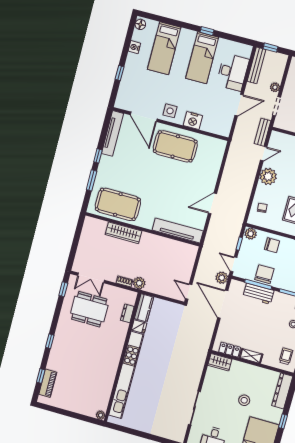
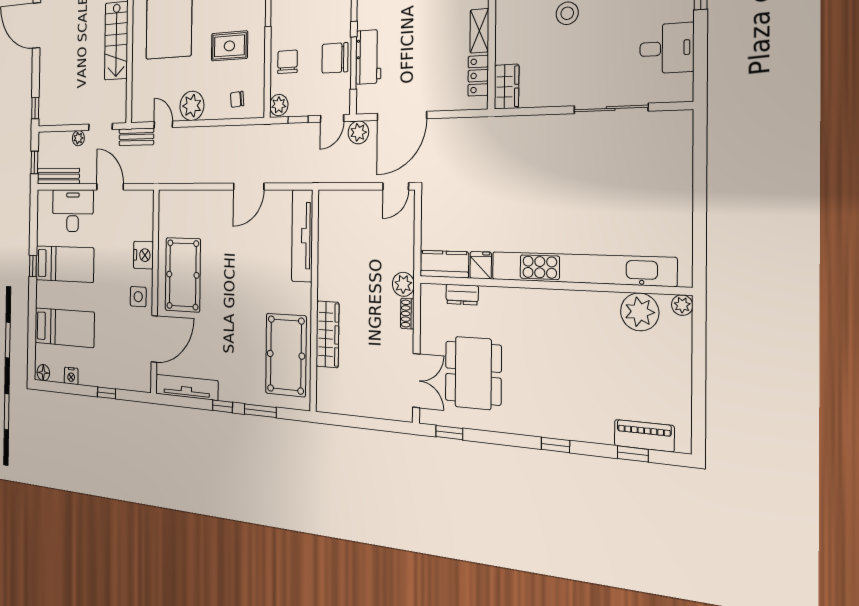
door: (212, 203) -> (249, 187), hinge flipped
plant: (101, 396) -> (640, 312), added

